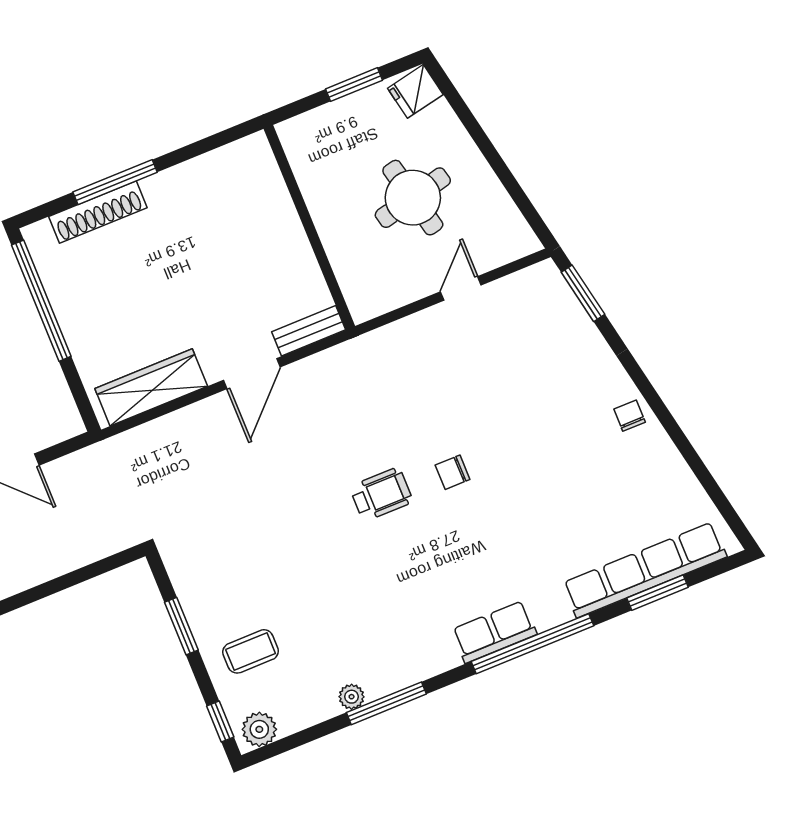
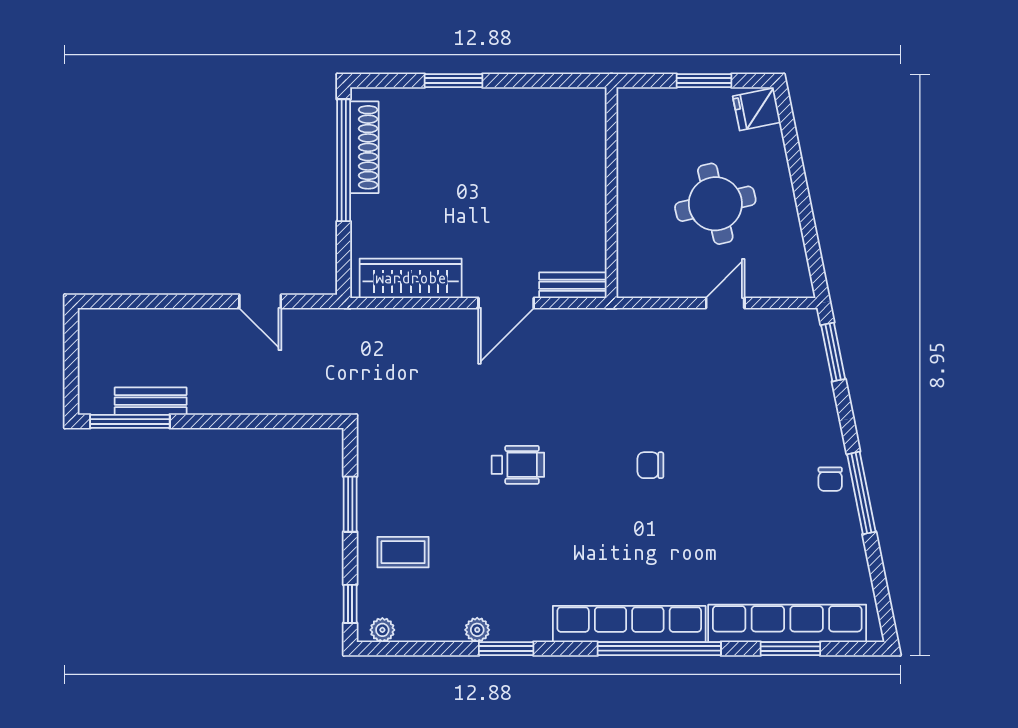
window: (115, 182) -> (453, 81), width x0.69
shoe rack: (98, 212) -> (364, 147), moved, turned -90
chair: (630, 416) -> (830, 479), turned 180
window: (665, 417) -> (861, 493), added
wheelchair: (381, 494) -> (518, 465), moved
row of seats: (494, 632) -> (629, 624), width x2.02
window: (386, 703) -> (506, 649), width x0.69
plant: (259, 729) -> (382, 630), width x0.73, depth x0.73

